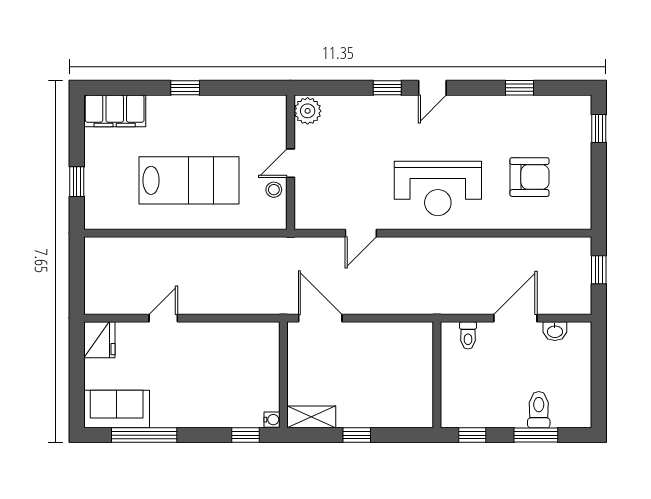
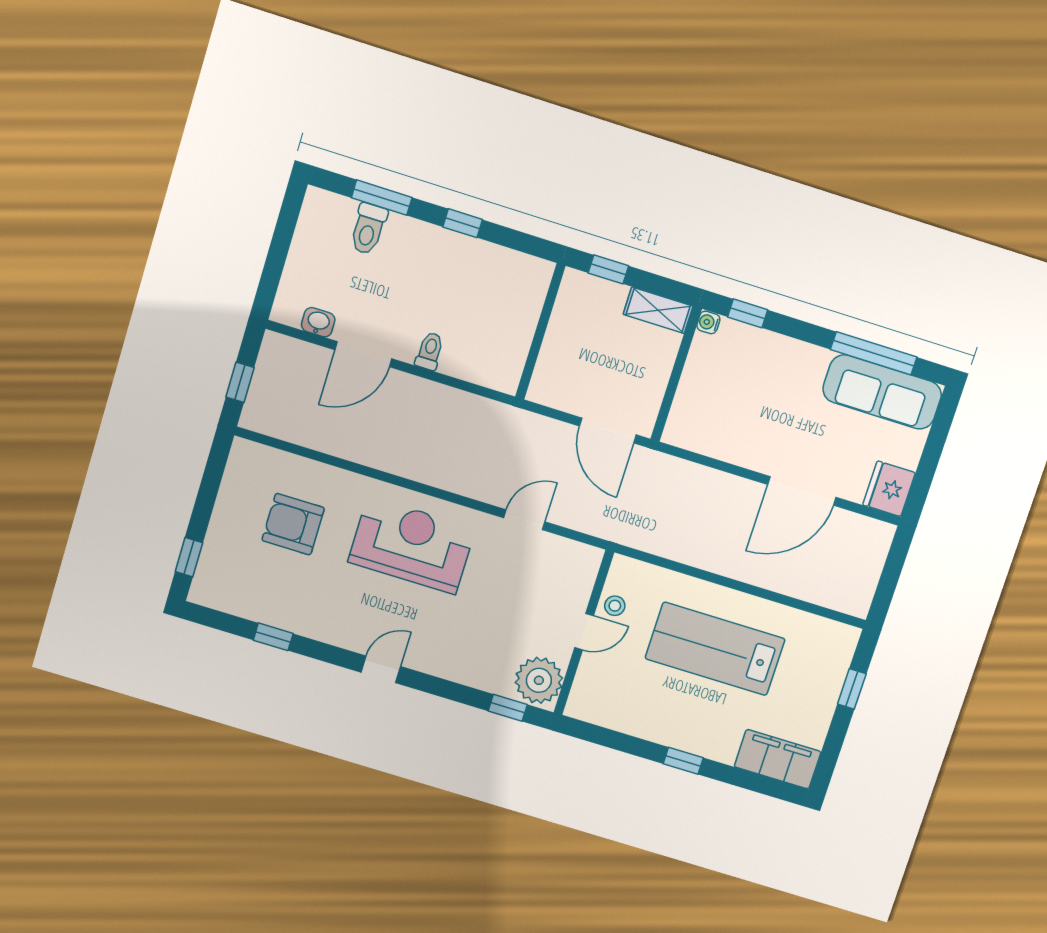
window: (387, 88) -> (508, 708), moved
plant: (308, 111) -> (539, 680), width x1.36, depth x1.36
door: (163, 318) -> (802, 491), width x1.88
wall: (437, 375) -> (540, 331), moved
sofa: (117, 409) -> (882, 392), width x1.36

